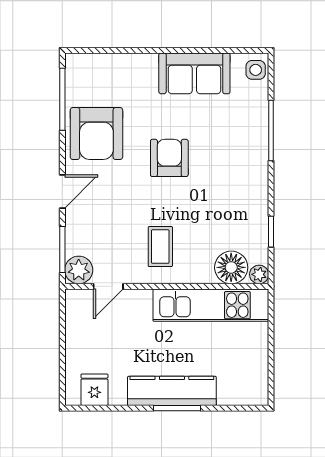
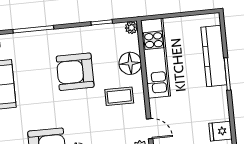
armchair: (169, 158) -> (75, 72), moved, width x1.36, depth x1.36
floor lamp: (231, 267) -> (130, 63), moved
kitchen counter: (172, 391) -> (214, 56), moved

